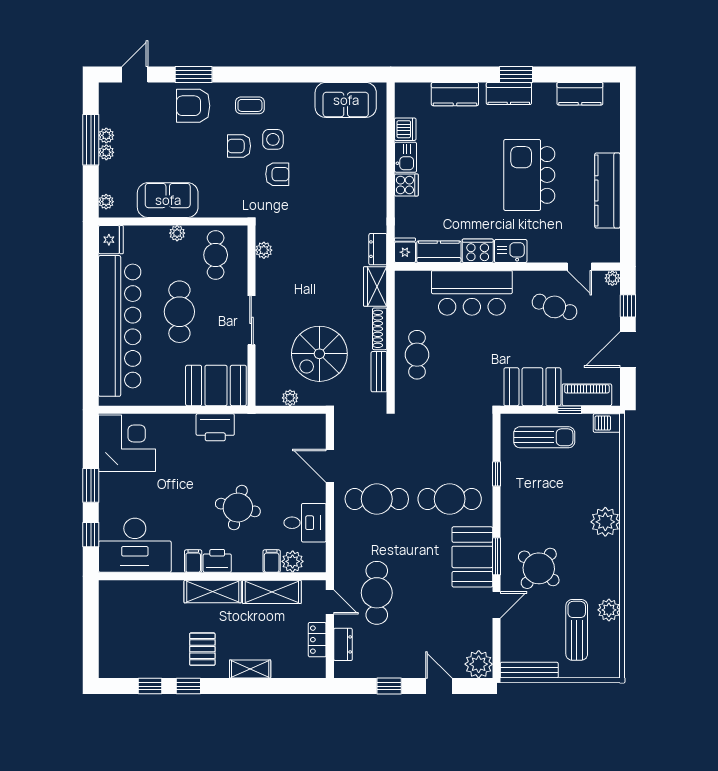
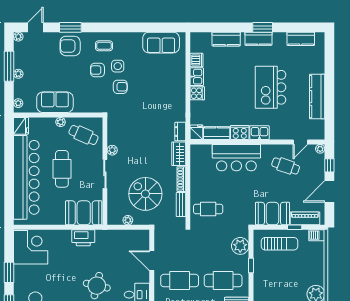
plant: (106, 135) -> (18, 37), moved
plant: (264, 250) -> (112, 150), moved
cafe table: (216, 255) -> (83, 135), turned -66
door: (579, 267) -> (300, 142), hinge flipped
spiral stairs: (319, 354) -> (145, 194), turned 90
cafe table: (417, 355) -> (208, 209), moved, turned 90
plant: (478, 441) -> (240, 246), added

